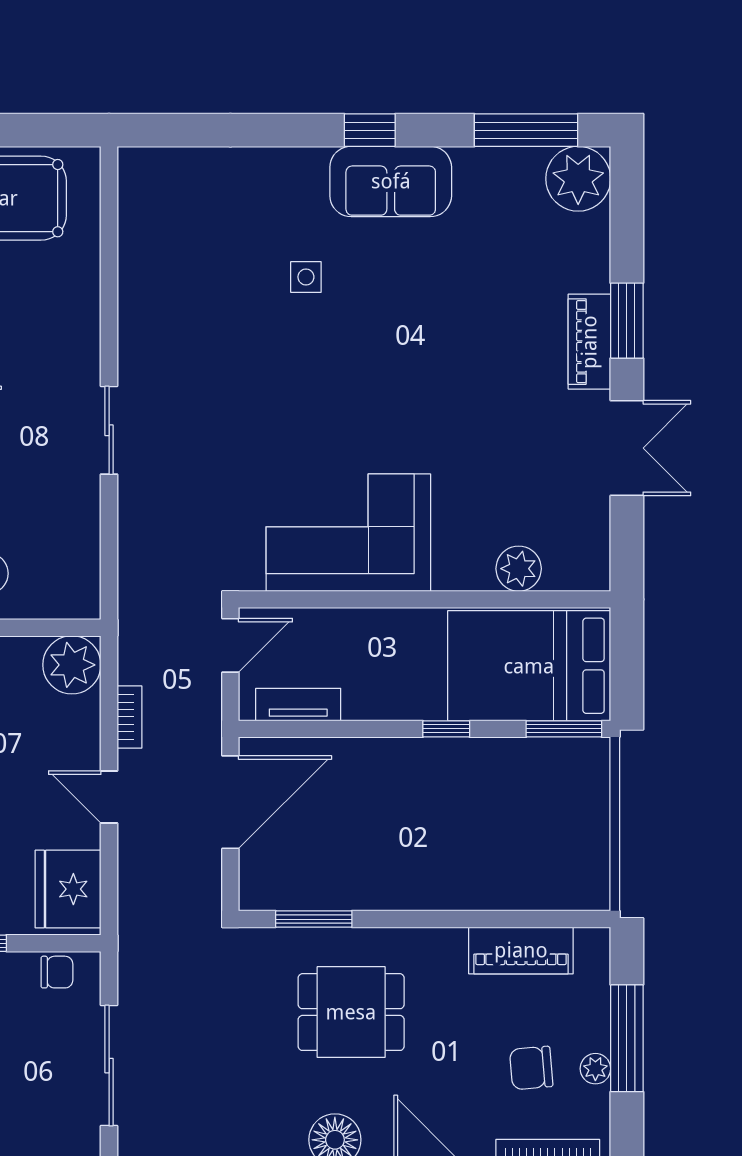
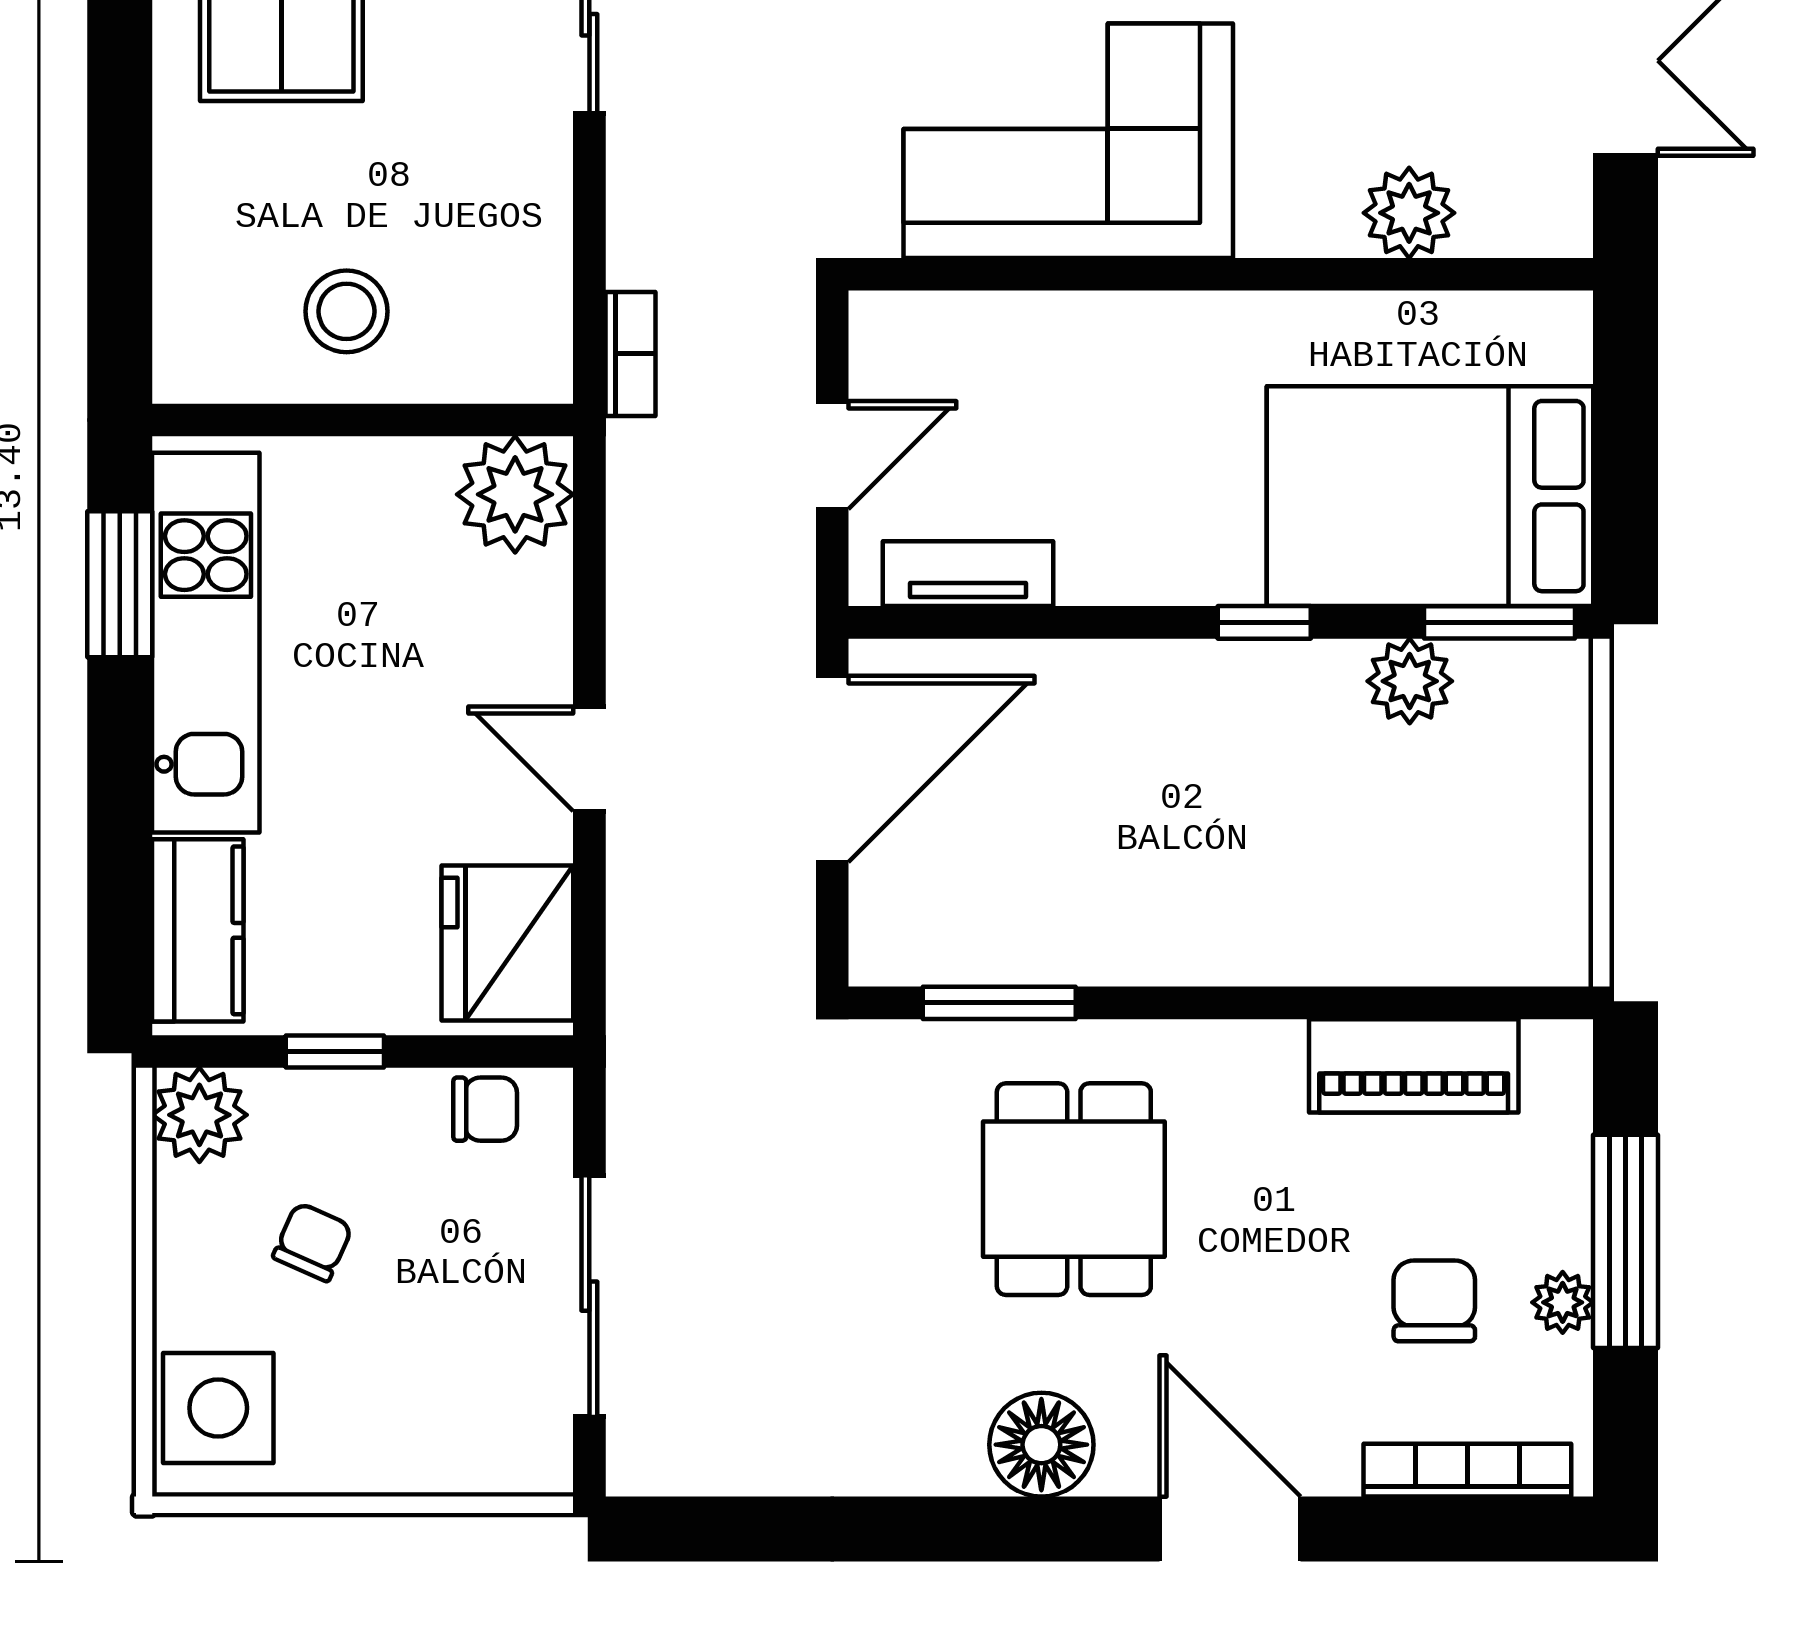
corner sofa: (348, 533) -> (1068, 141), moved
plant: (519, 569) -> (1409, 213), moved
wall: (425, 599) -> (1221, 274), moved
bookcase: (130, 717) -> (630, 354), moved
plant: (519, 758) -> (1410, 681), added
dining table: (351, 1012) -> (1074, 1189), turned 90
chair: (531, 1068) -> (1434, 1301), turned 95

